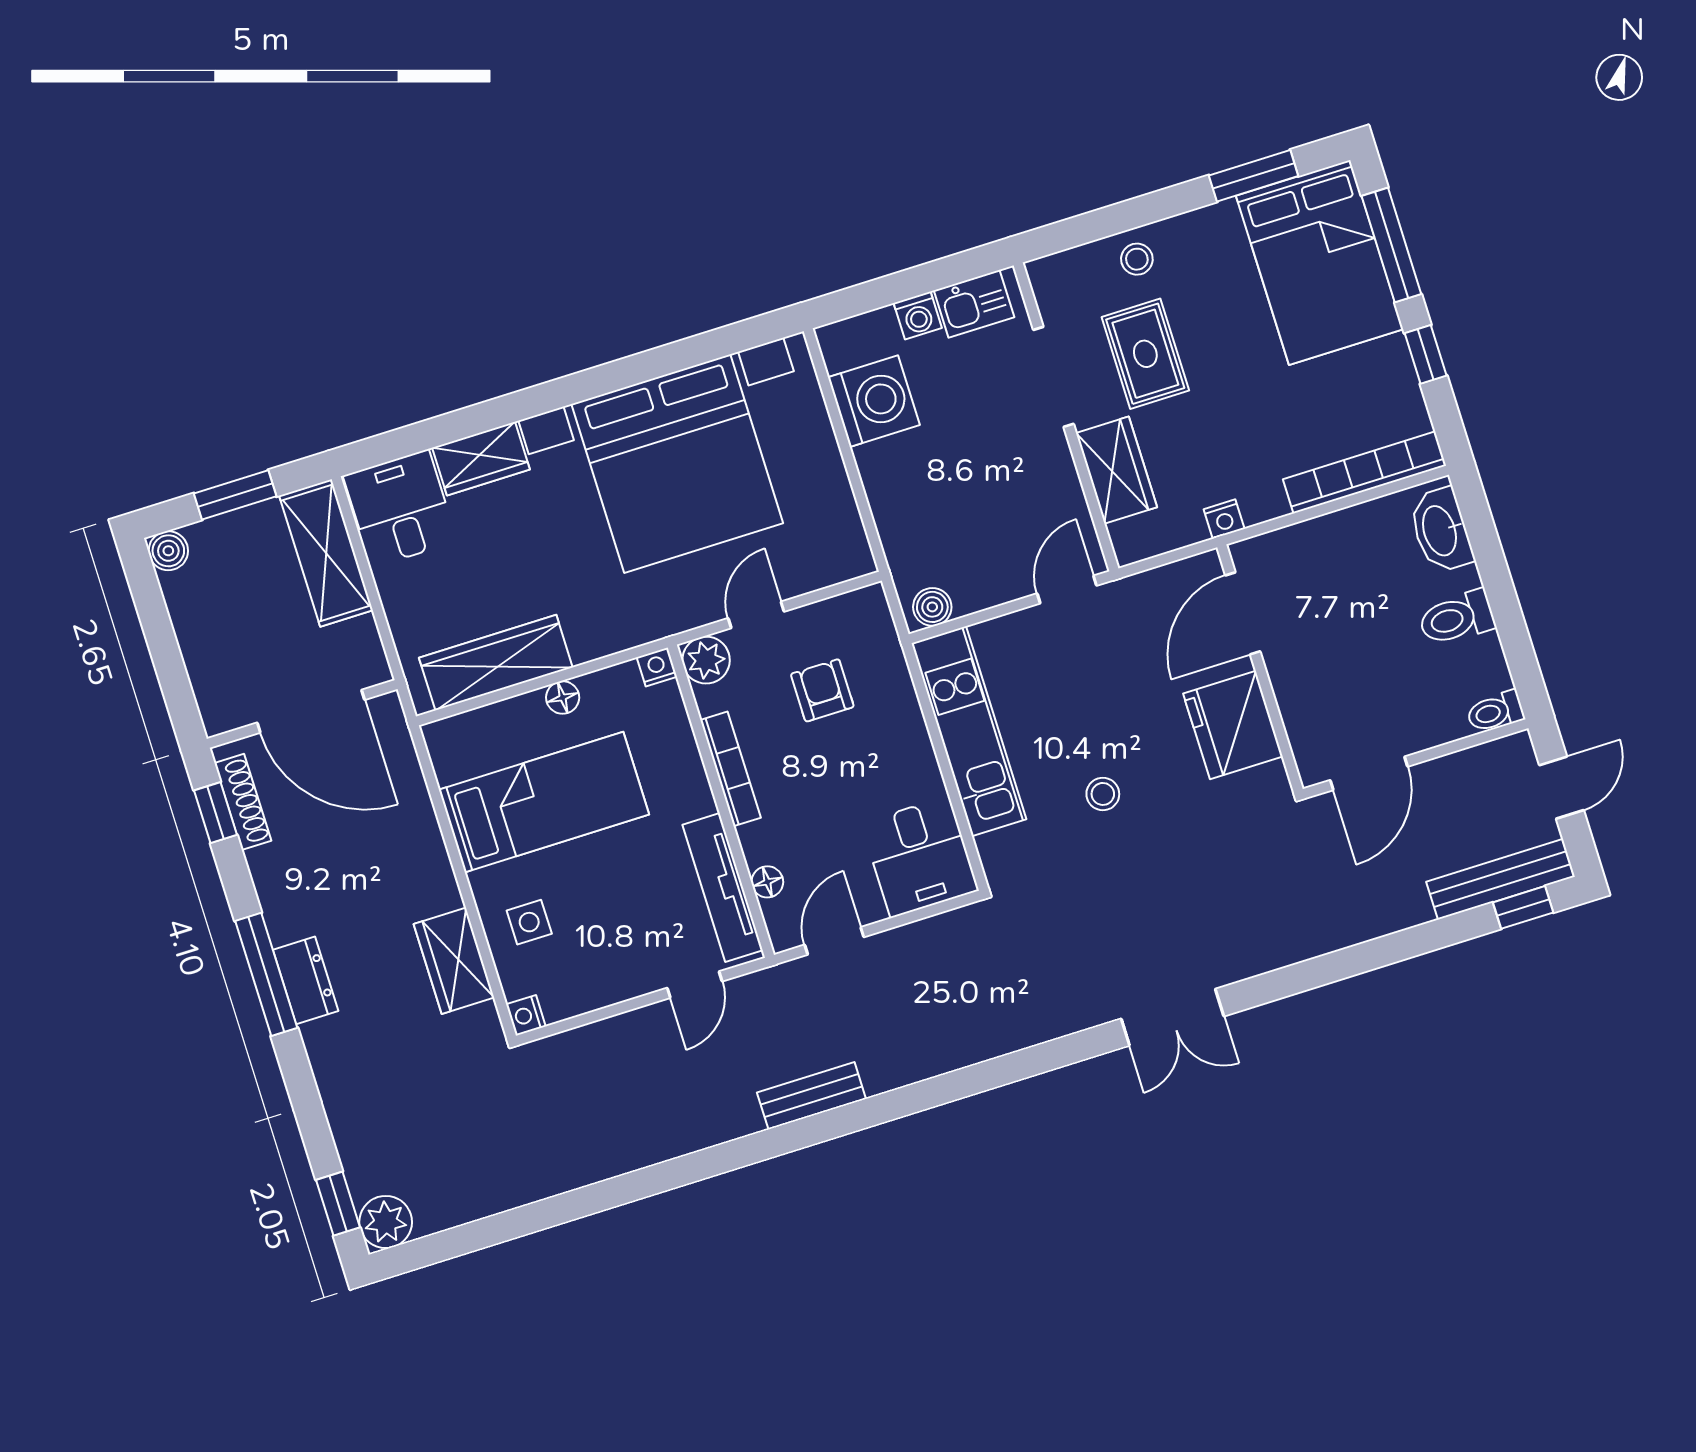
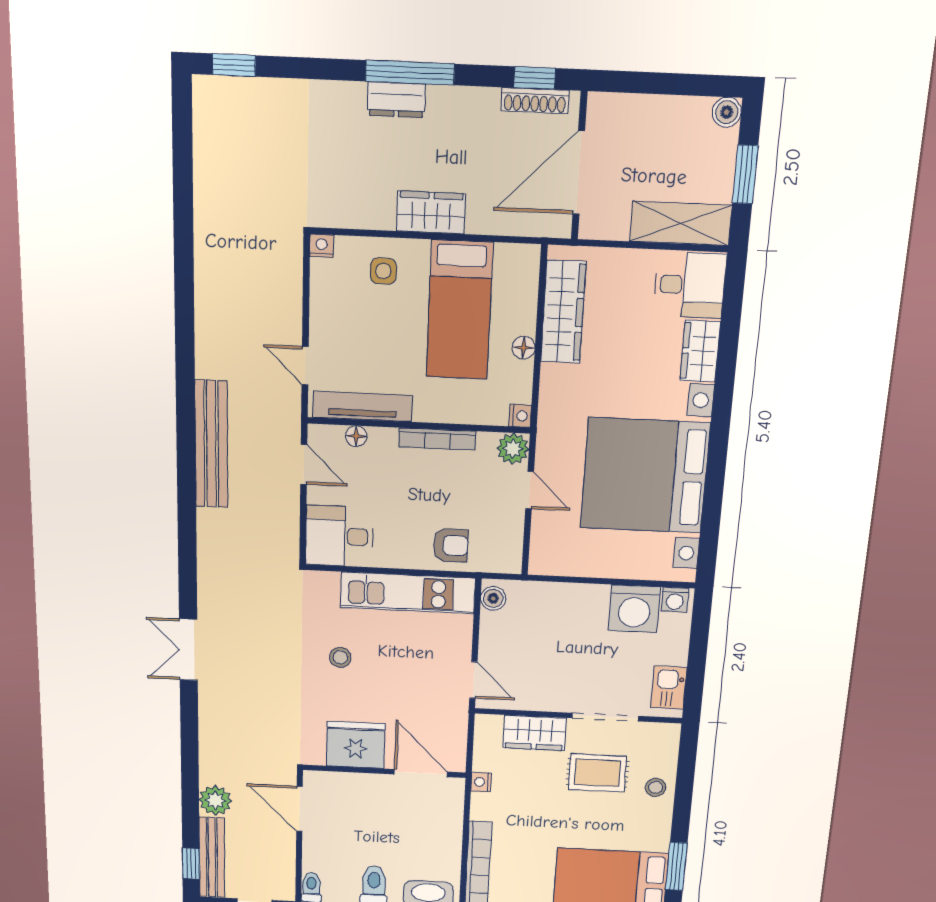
washing machine: (918, 316) -> (675, 600), moved, turned -90
armchair: (822, 690) -> (451, 545), moved
wardrobe: (454, 961) -> (431, 212), moved
bench: (811, 1096) -> (211, 444), width x1.86, depth x1.21
plant: (386, 1222) -> (215, 800), moved

